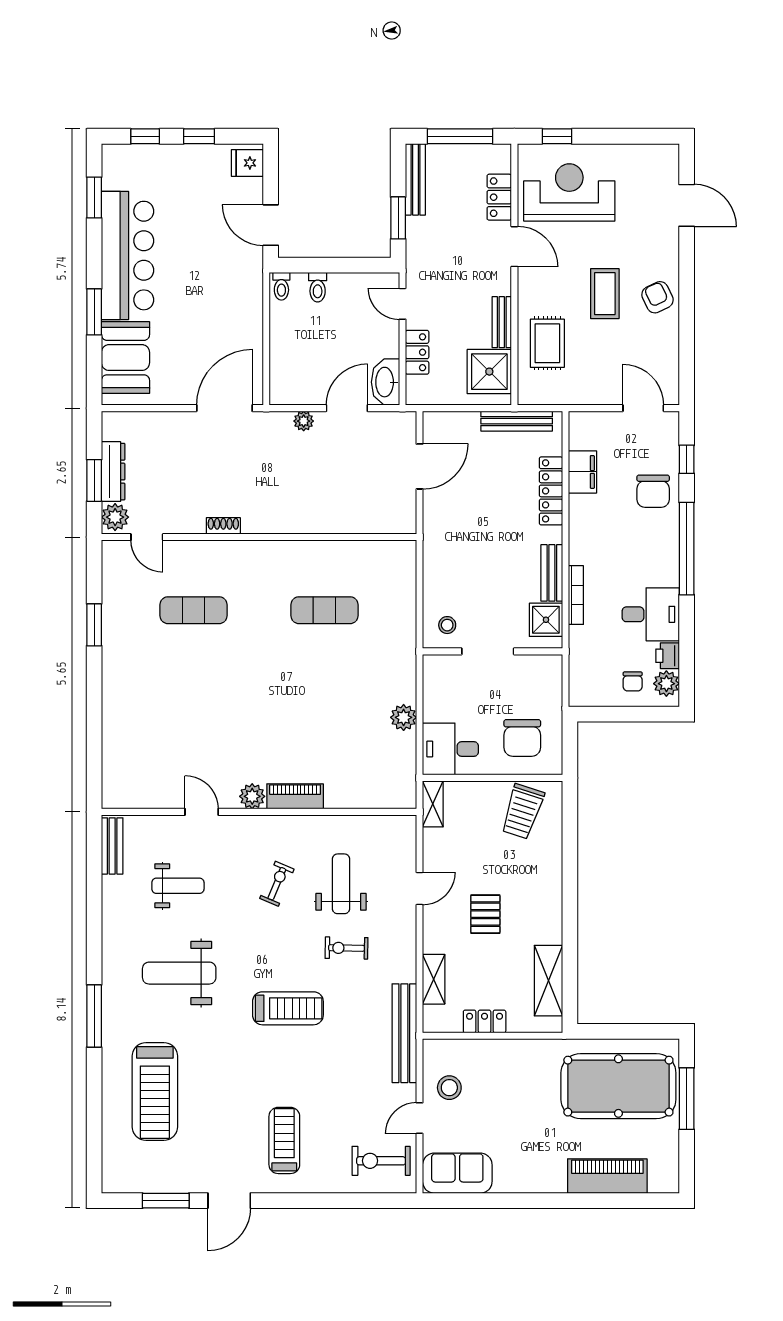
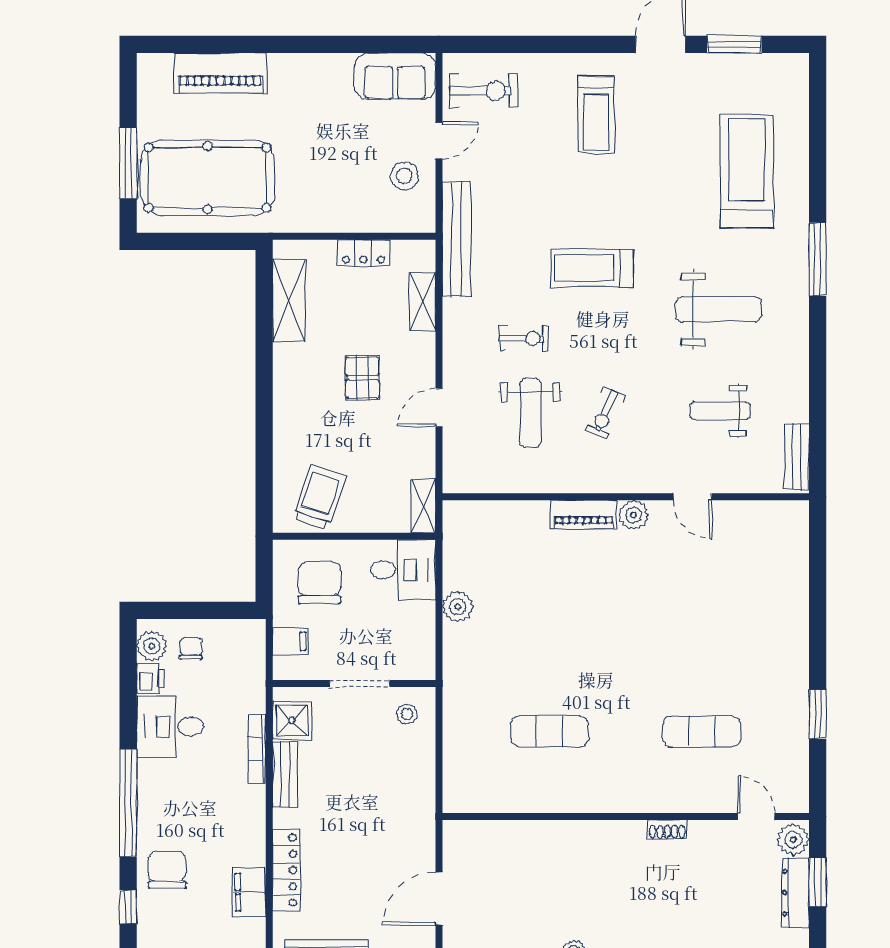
filing cabinet: (547, 688) -> (290, 641), added

